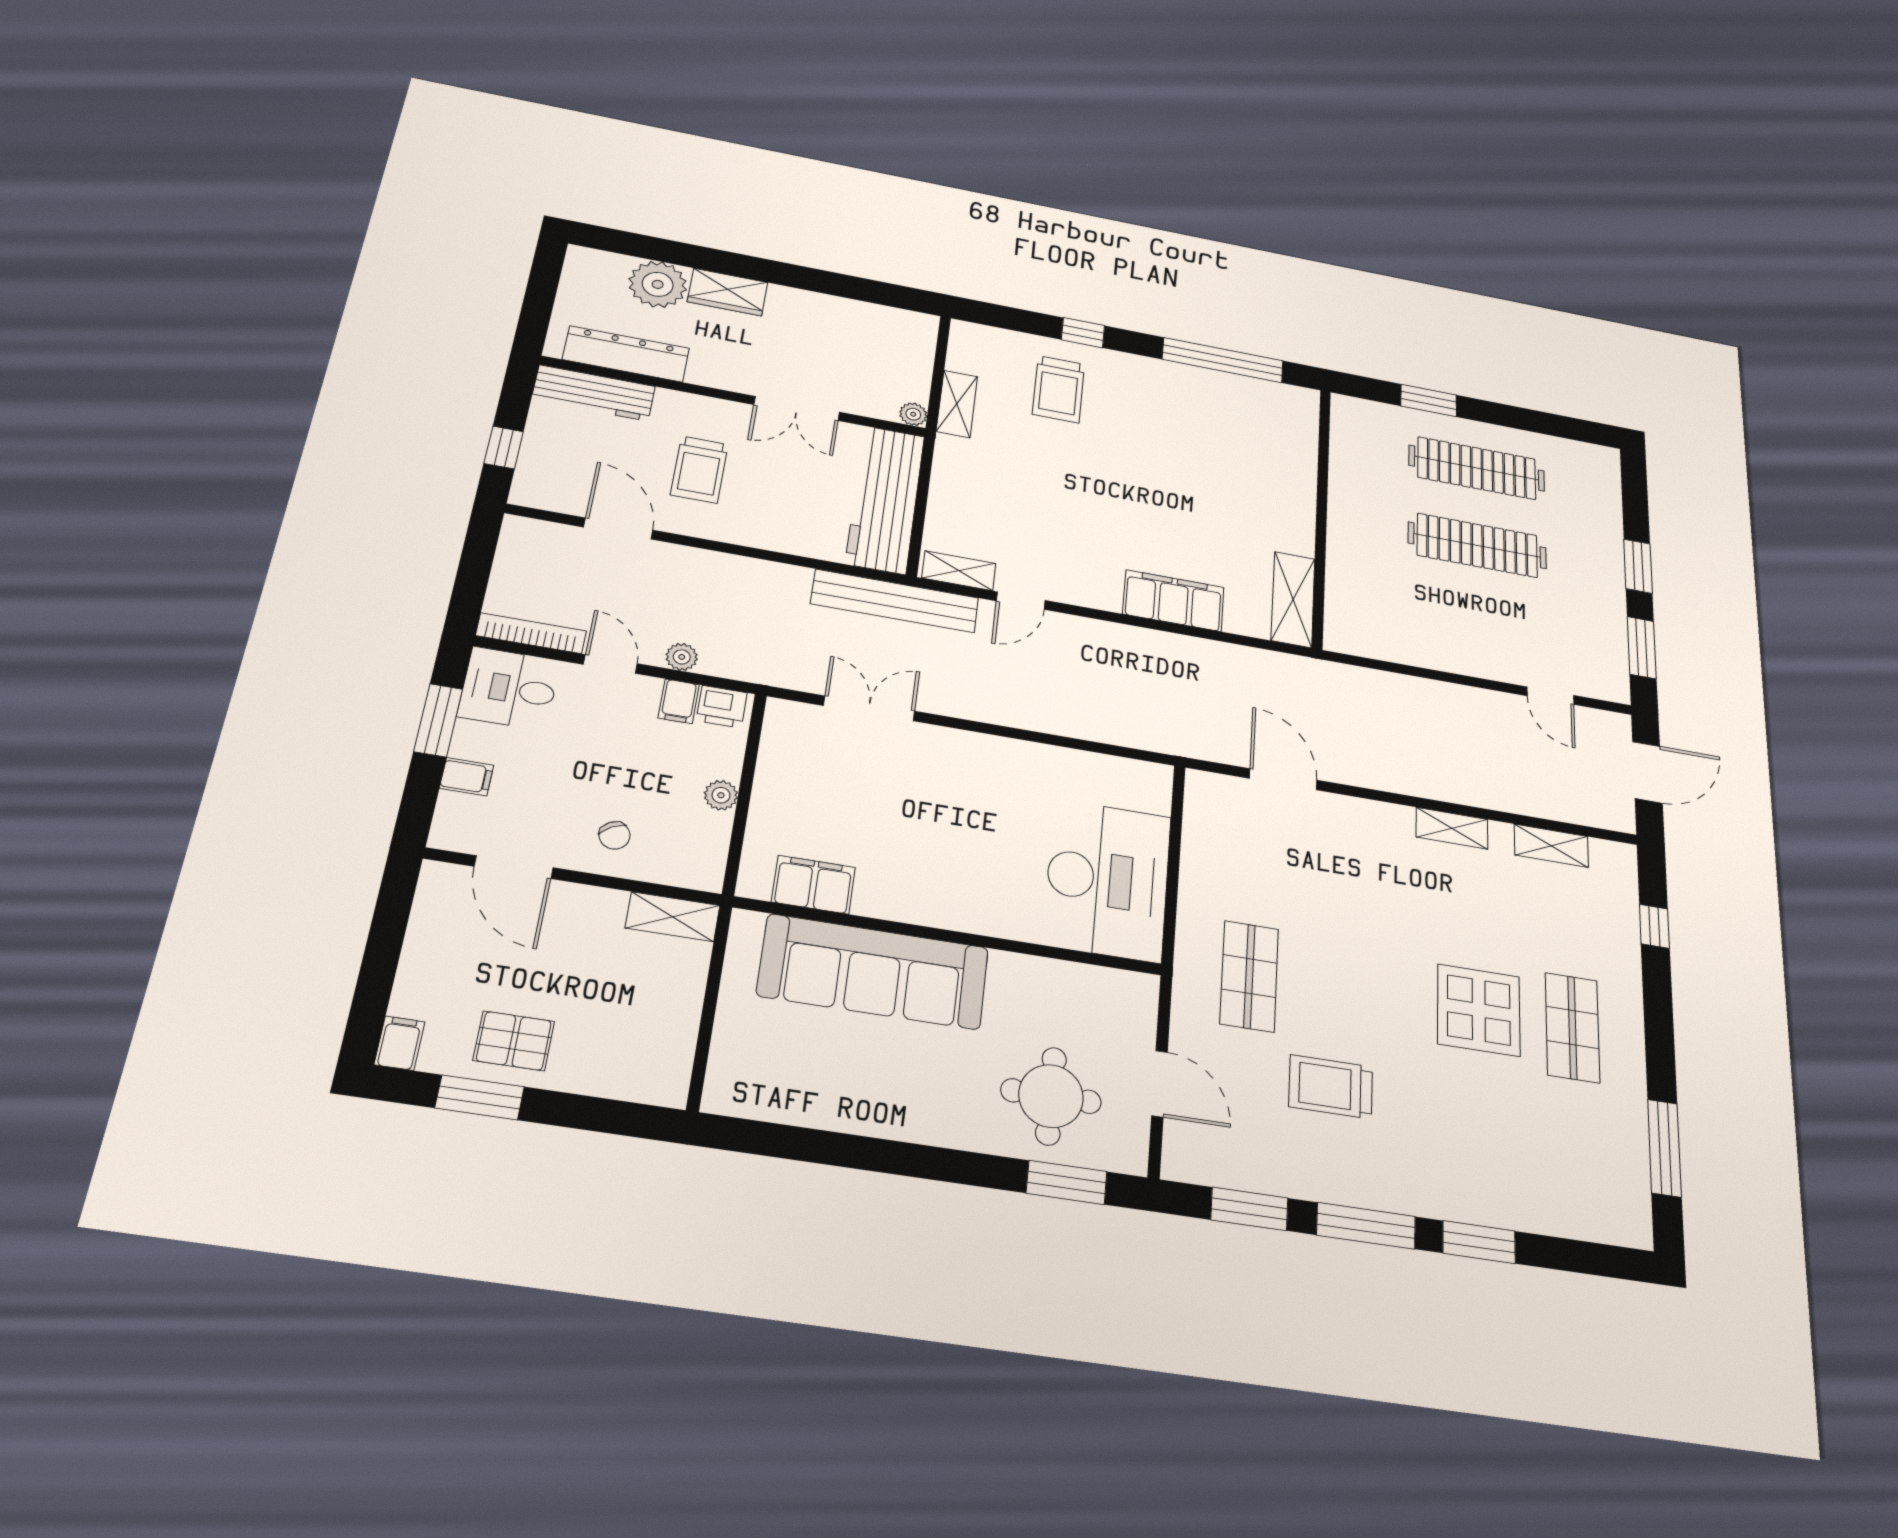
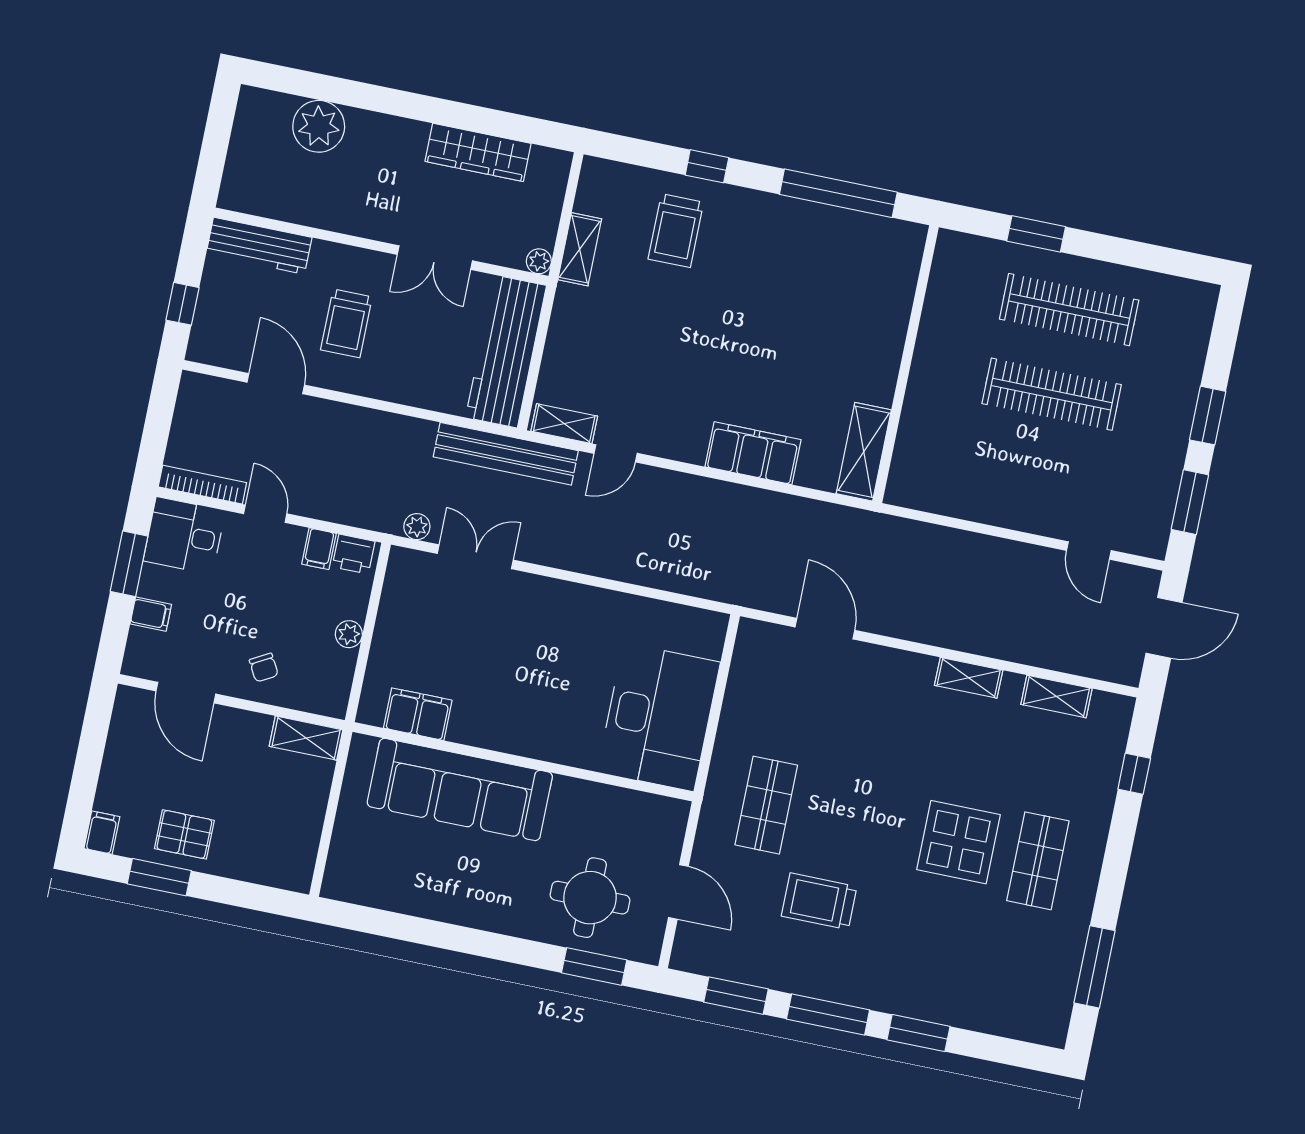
wardrobe: (728, 292) -> (478, 152), moved, width x1.50
dresser: (626, 354) -> (288, 203), removed
plant: (682, 657) -> (417, 527), moved

